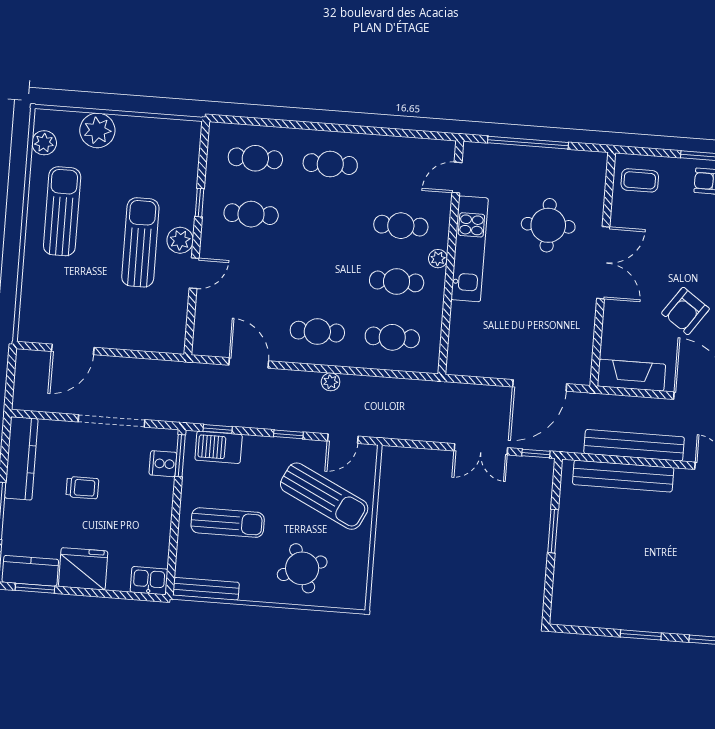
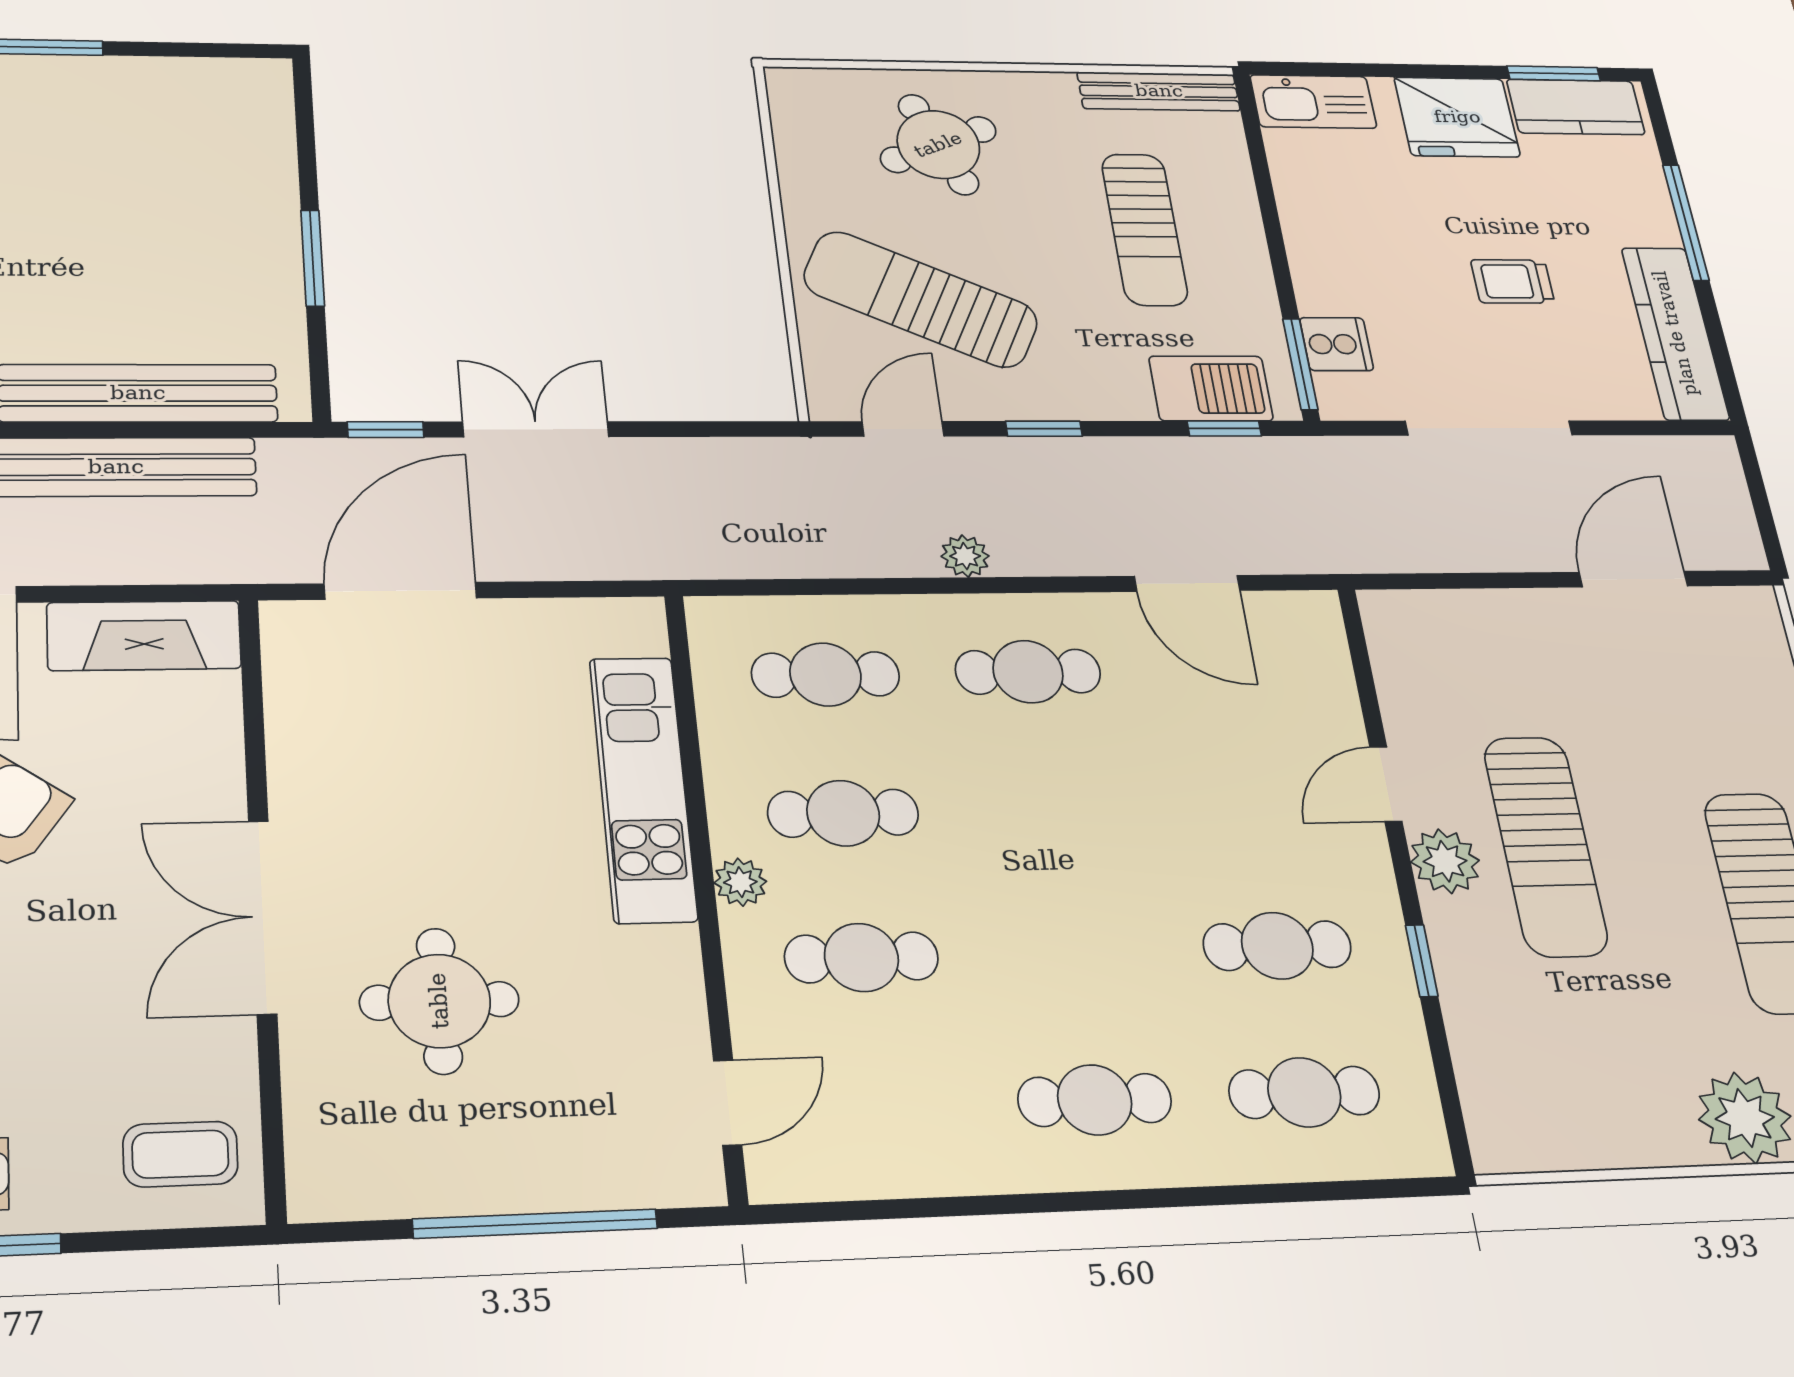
kitchen unit: (470, 249) -> (643, 788), moved
sun lounger: (228, 523) -> (1144, 229), turned -90
kitchen sink: (149, 581) -> (1313, 102), width x1.38

